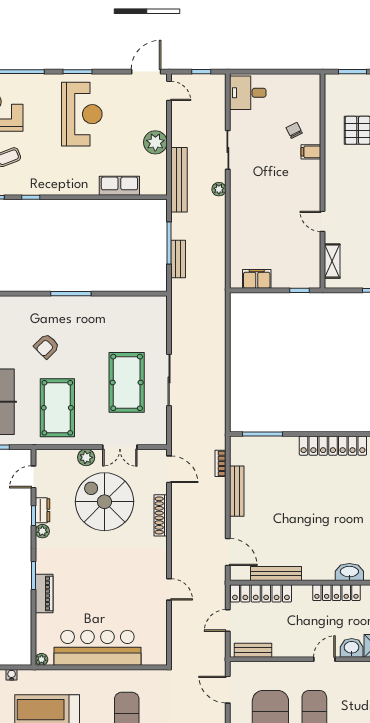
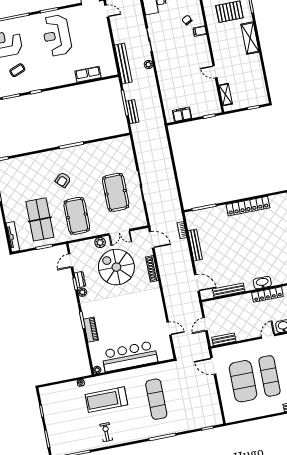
reception desk: (82, 114) -> (57, 35), turned 180
plant: (155, 142) -> (105, 44), removed
washbasin: (349, 572) -> (262, 283), moved
door: (169, 589) -> (169, 328), moved
locker: (261, 593) -> (222, 304), removed

